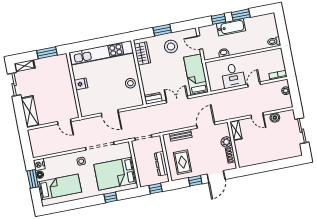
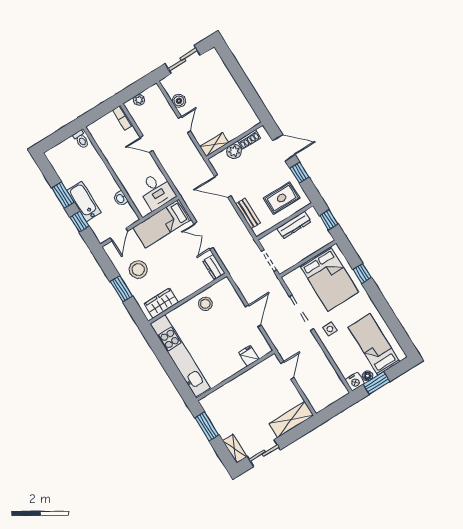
desk: (233, 76) -> (156, 191), moved, turned 90
fridge: (81, 84) -> (249, 356), moved

